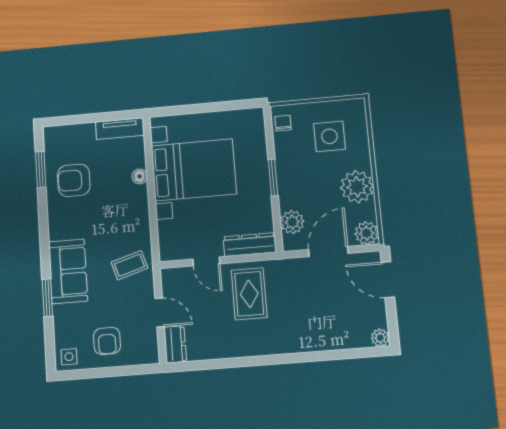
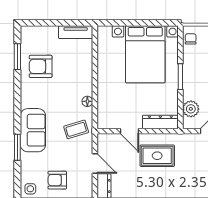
bed with nightstands: (194, 170) -> (145, 54), moved, turned 90
floor lamp: (140, 176) -> (87, 101), moved
rug: (249, 294) -> (157, 156), turned 90
armchair: (107, 341) -> (57, 180), turned 90

